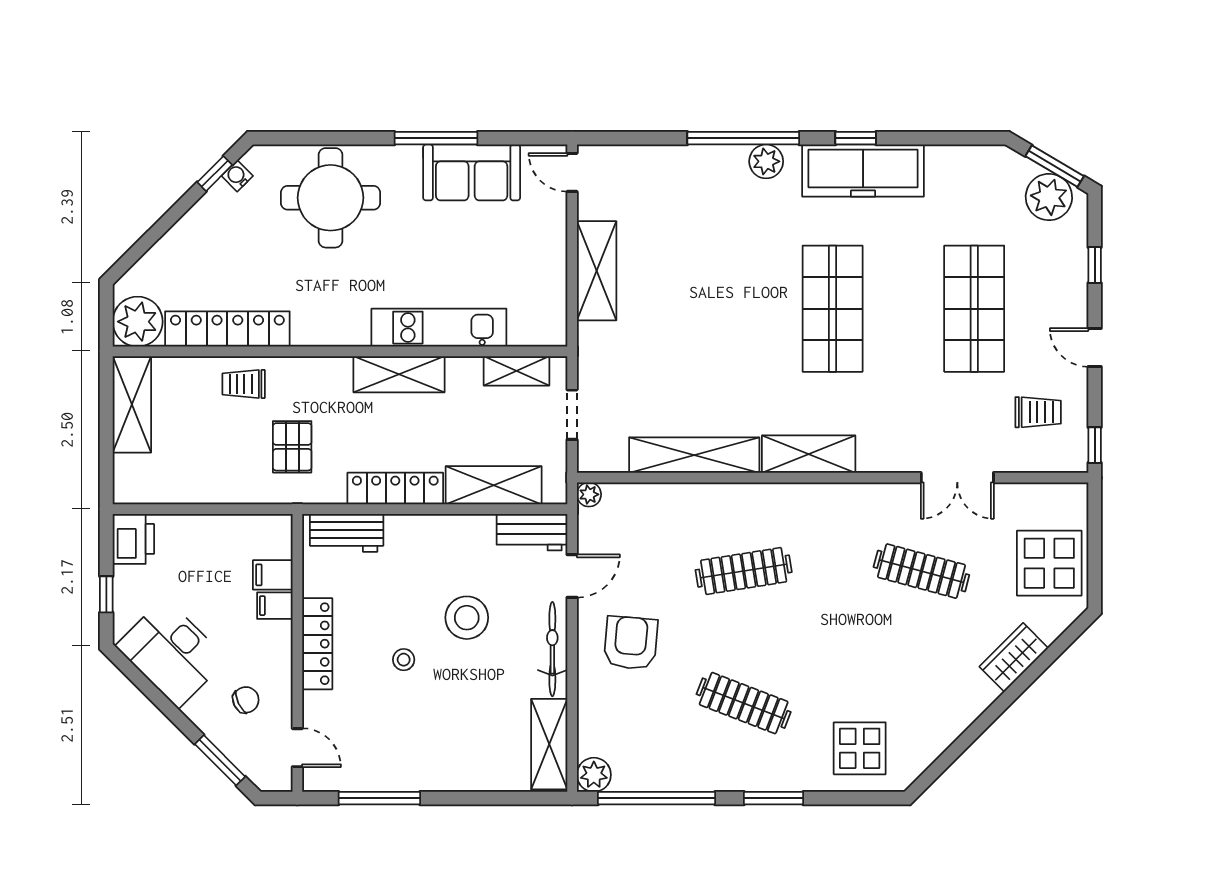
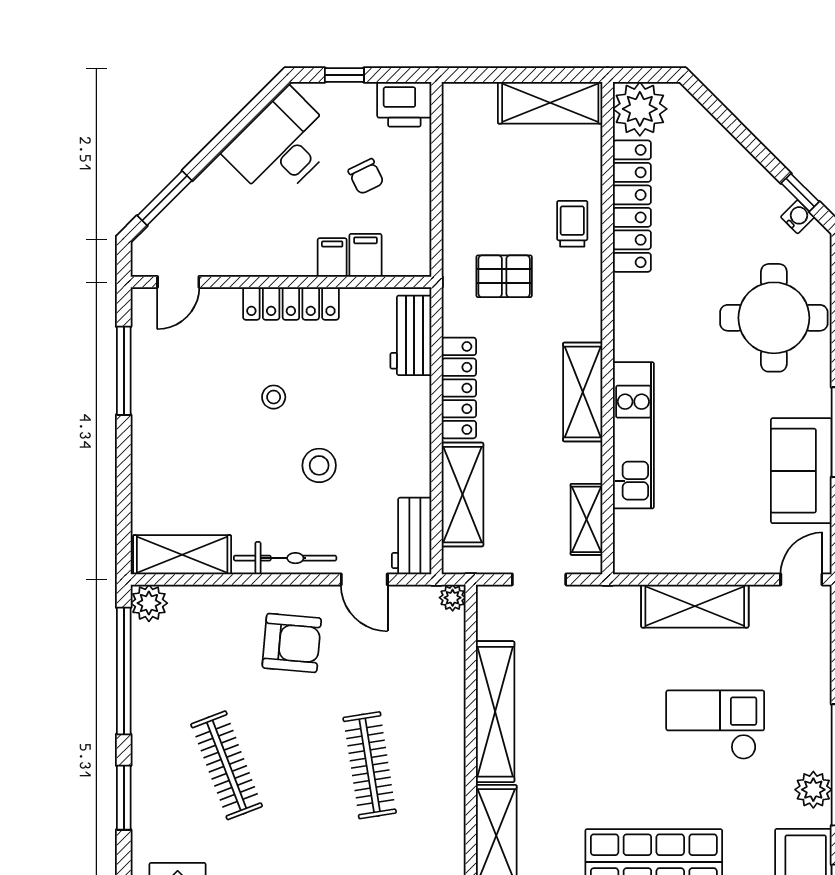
checkout: (706, 252) -> (715, 725), added
stool: (467, 618) -> (319, 465), width x0.73, depth x0.73
chair: (246, 700) -> (366, 177), moved
clothes rail: (744, 703) -> (227, 765), turned -42

